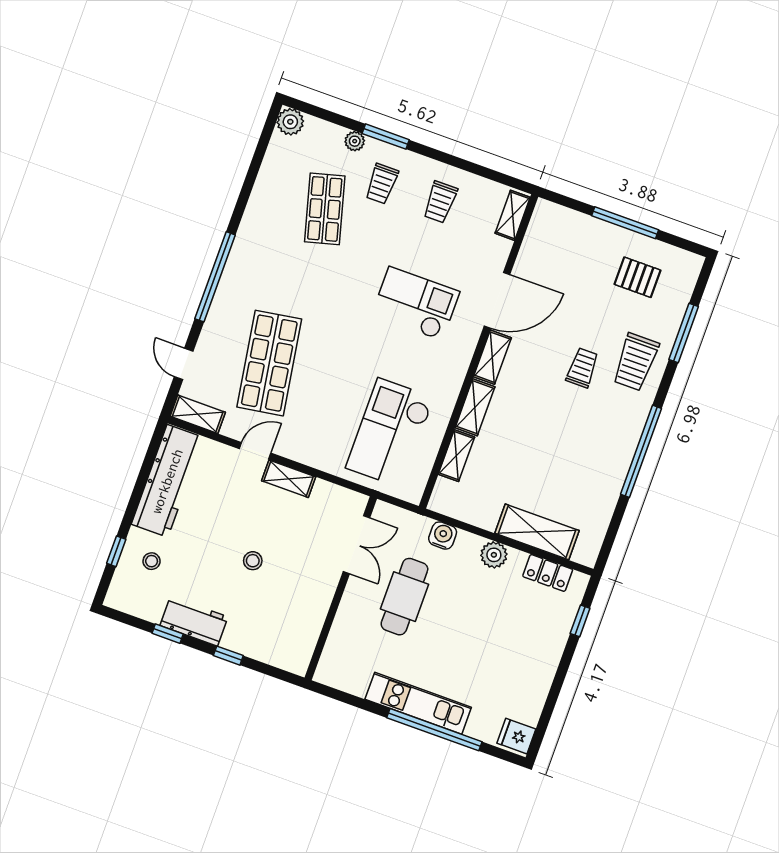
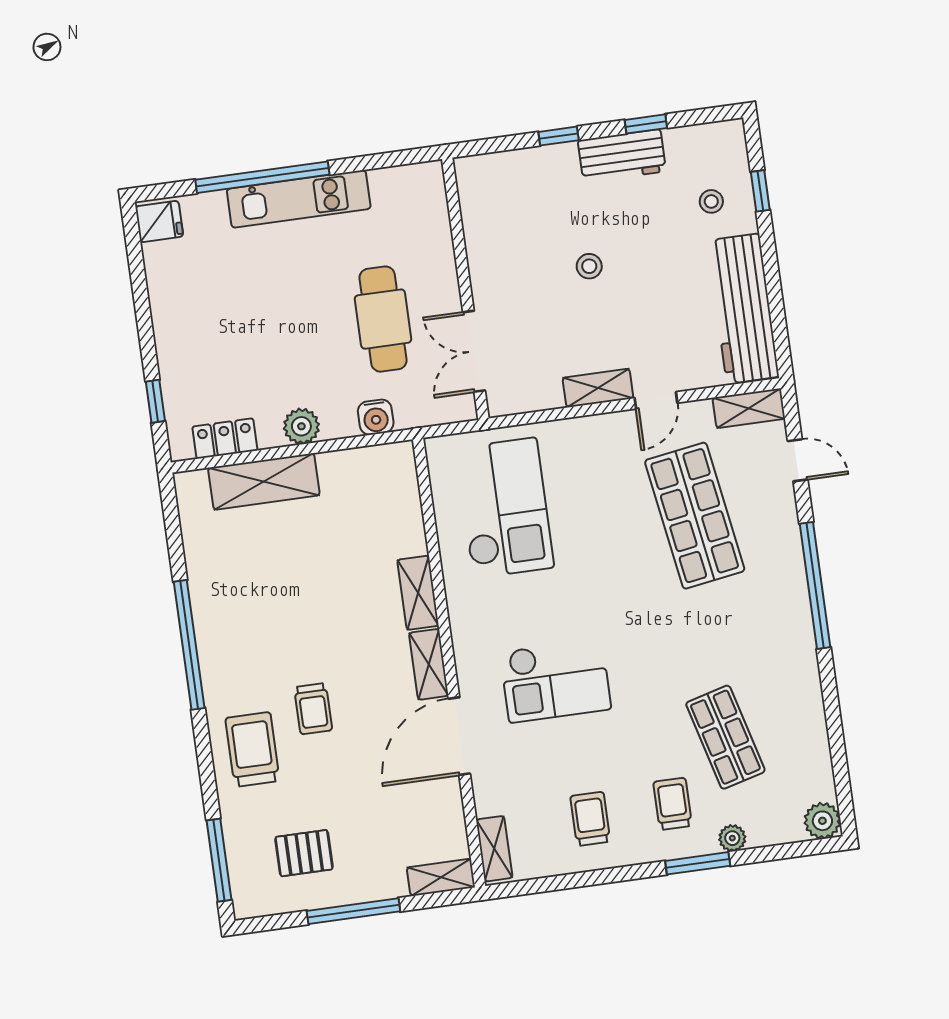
window: (684, 333) -> (219, 860), moved
shelving: (456, 456) -> (441, 877), moved, turned 90

